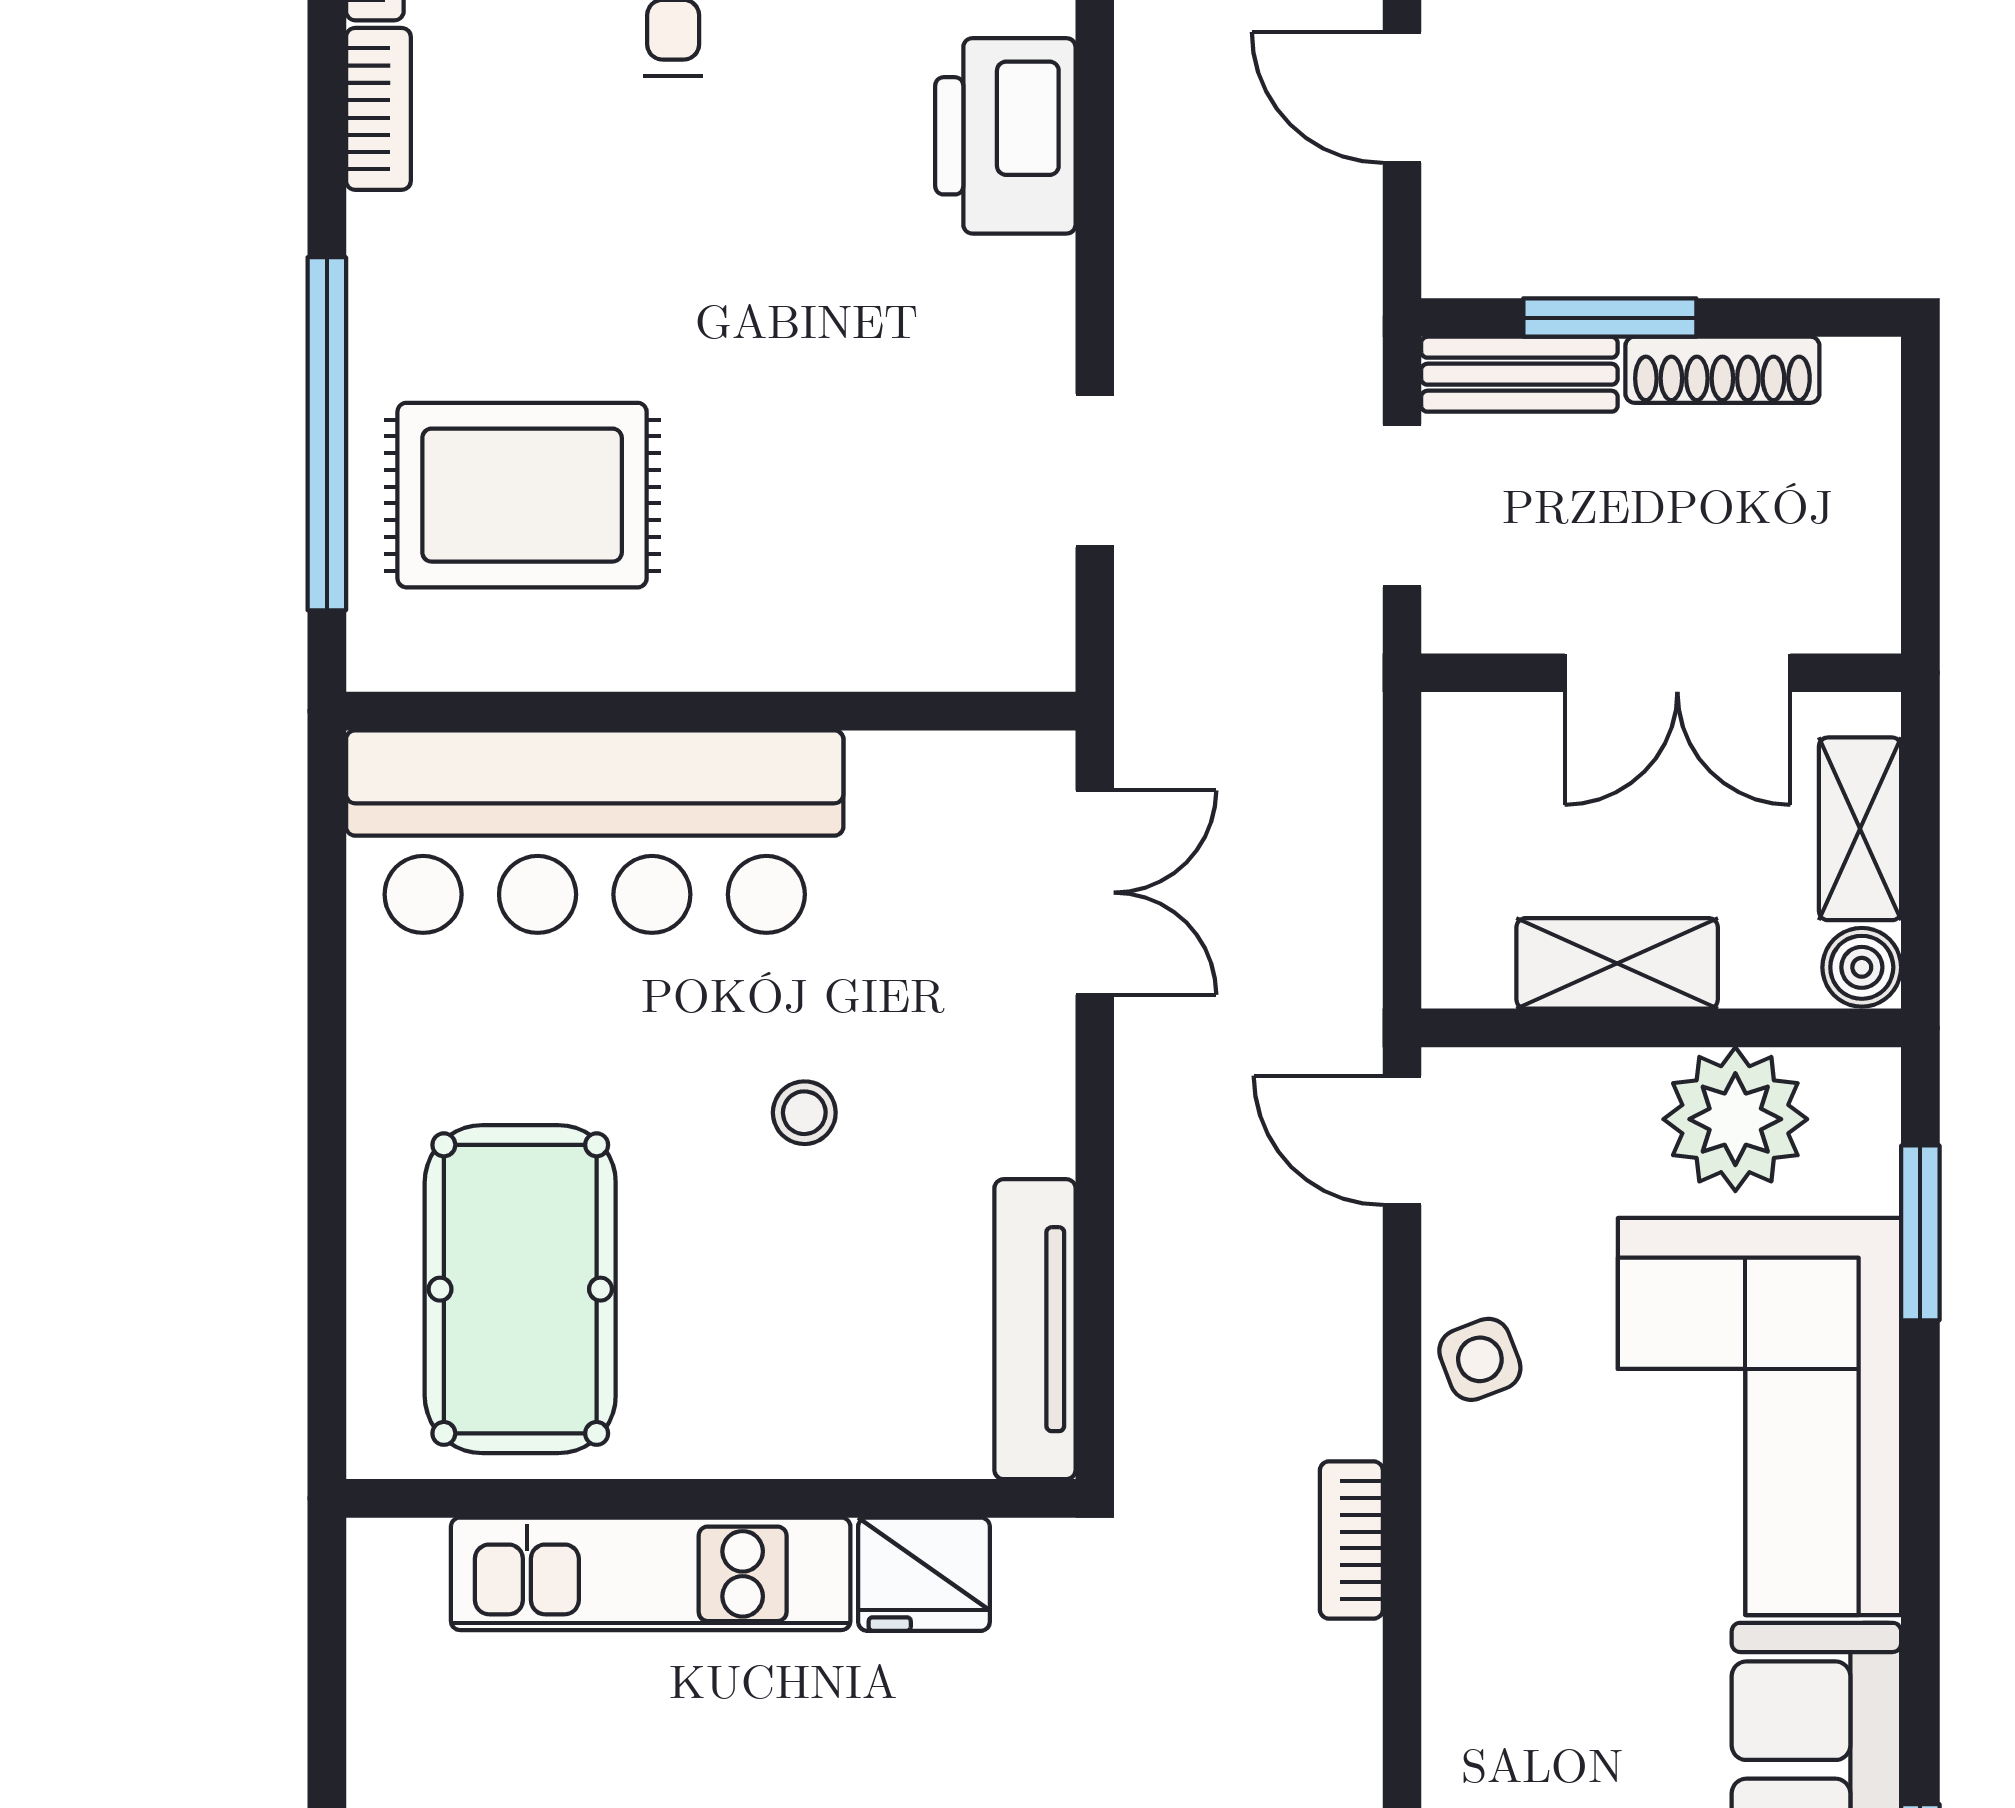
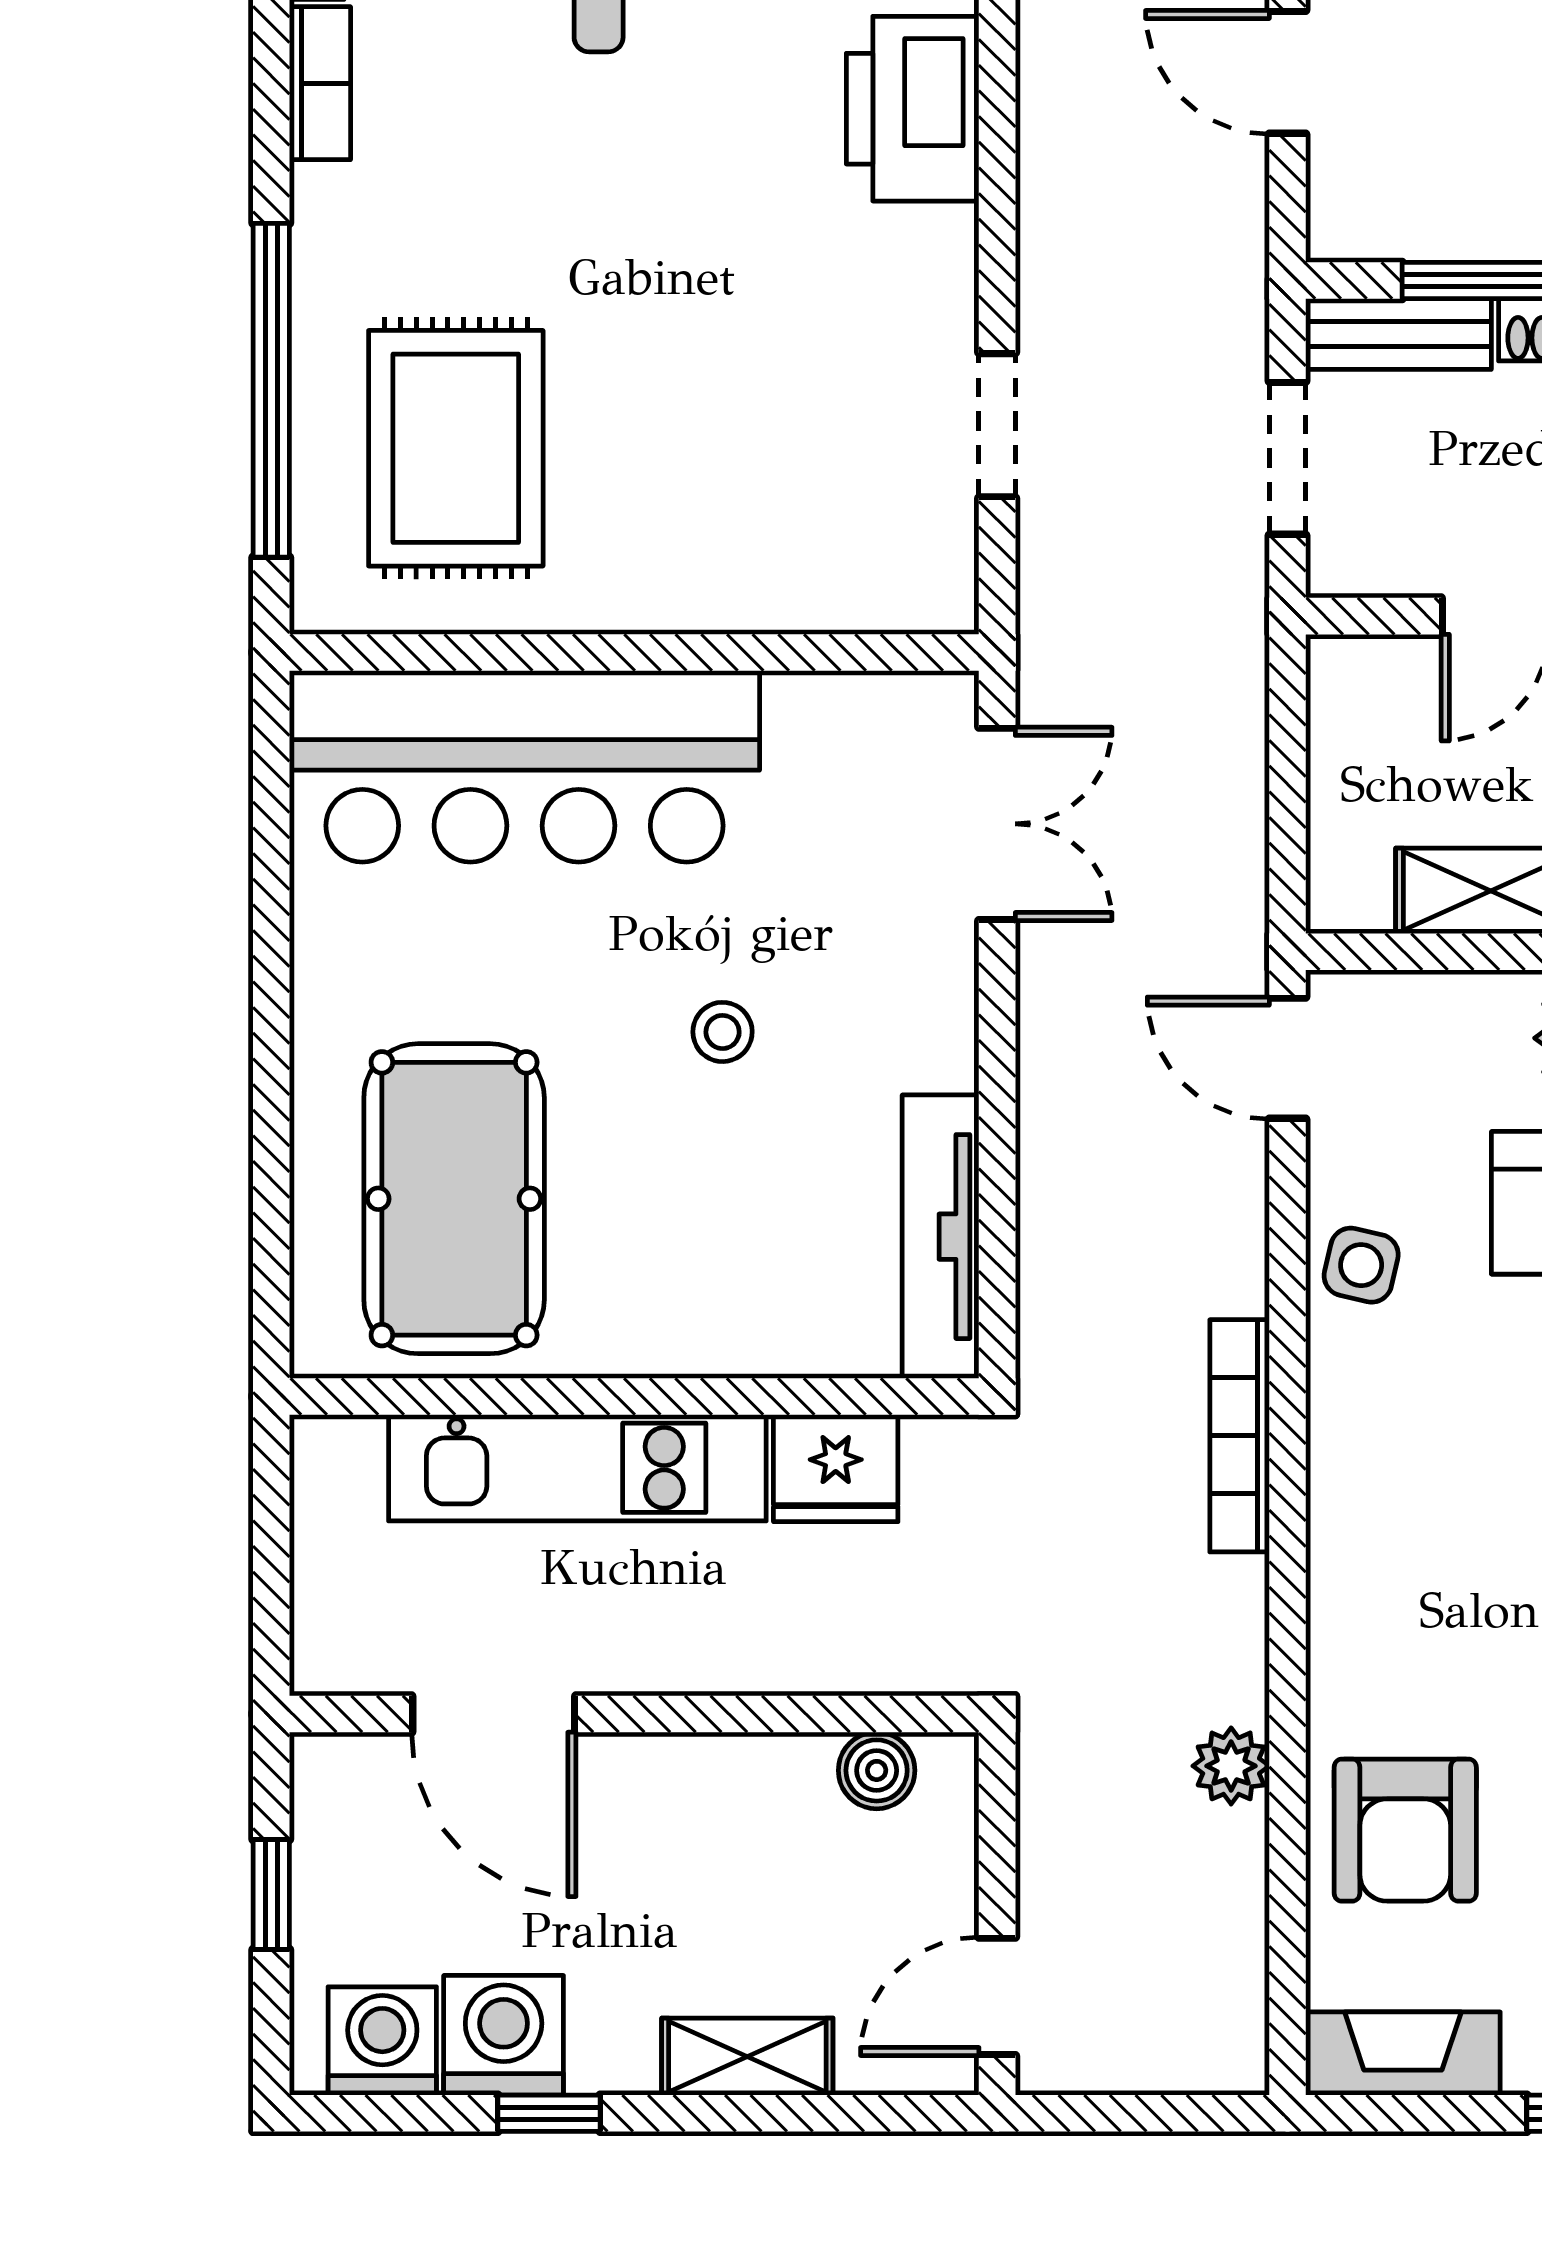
rug: (522, 495) -> (456, 448), turned 90
side table: (1480, 1359) -> (1361, 1265), turned 34
bookcase: (1351, 1540) -> (1240, 1436), width x1.56

